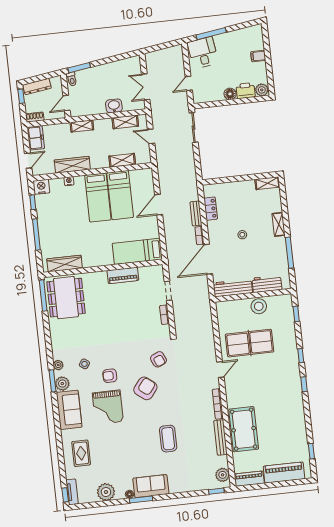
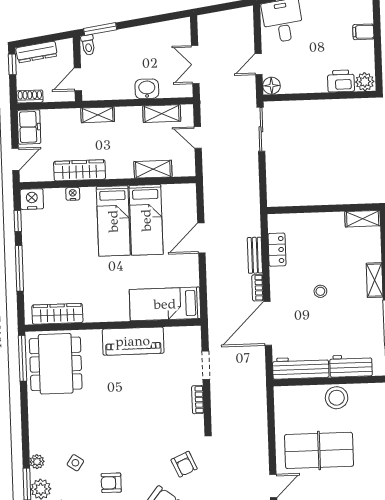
floor lamp: (230, 94) -> (271, 86), moved
piano: (123, 275) -> (133, 341), width x1.37, depth x1.33

